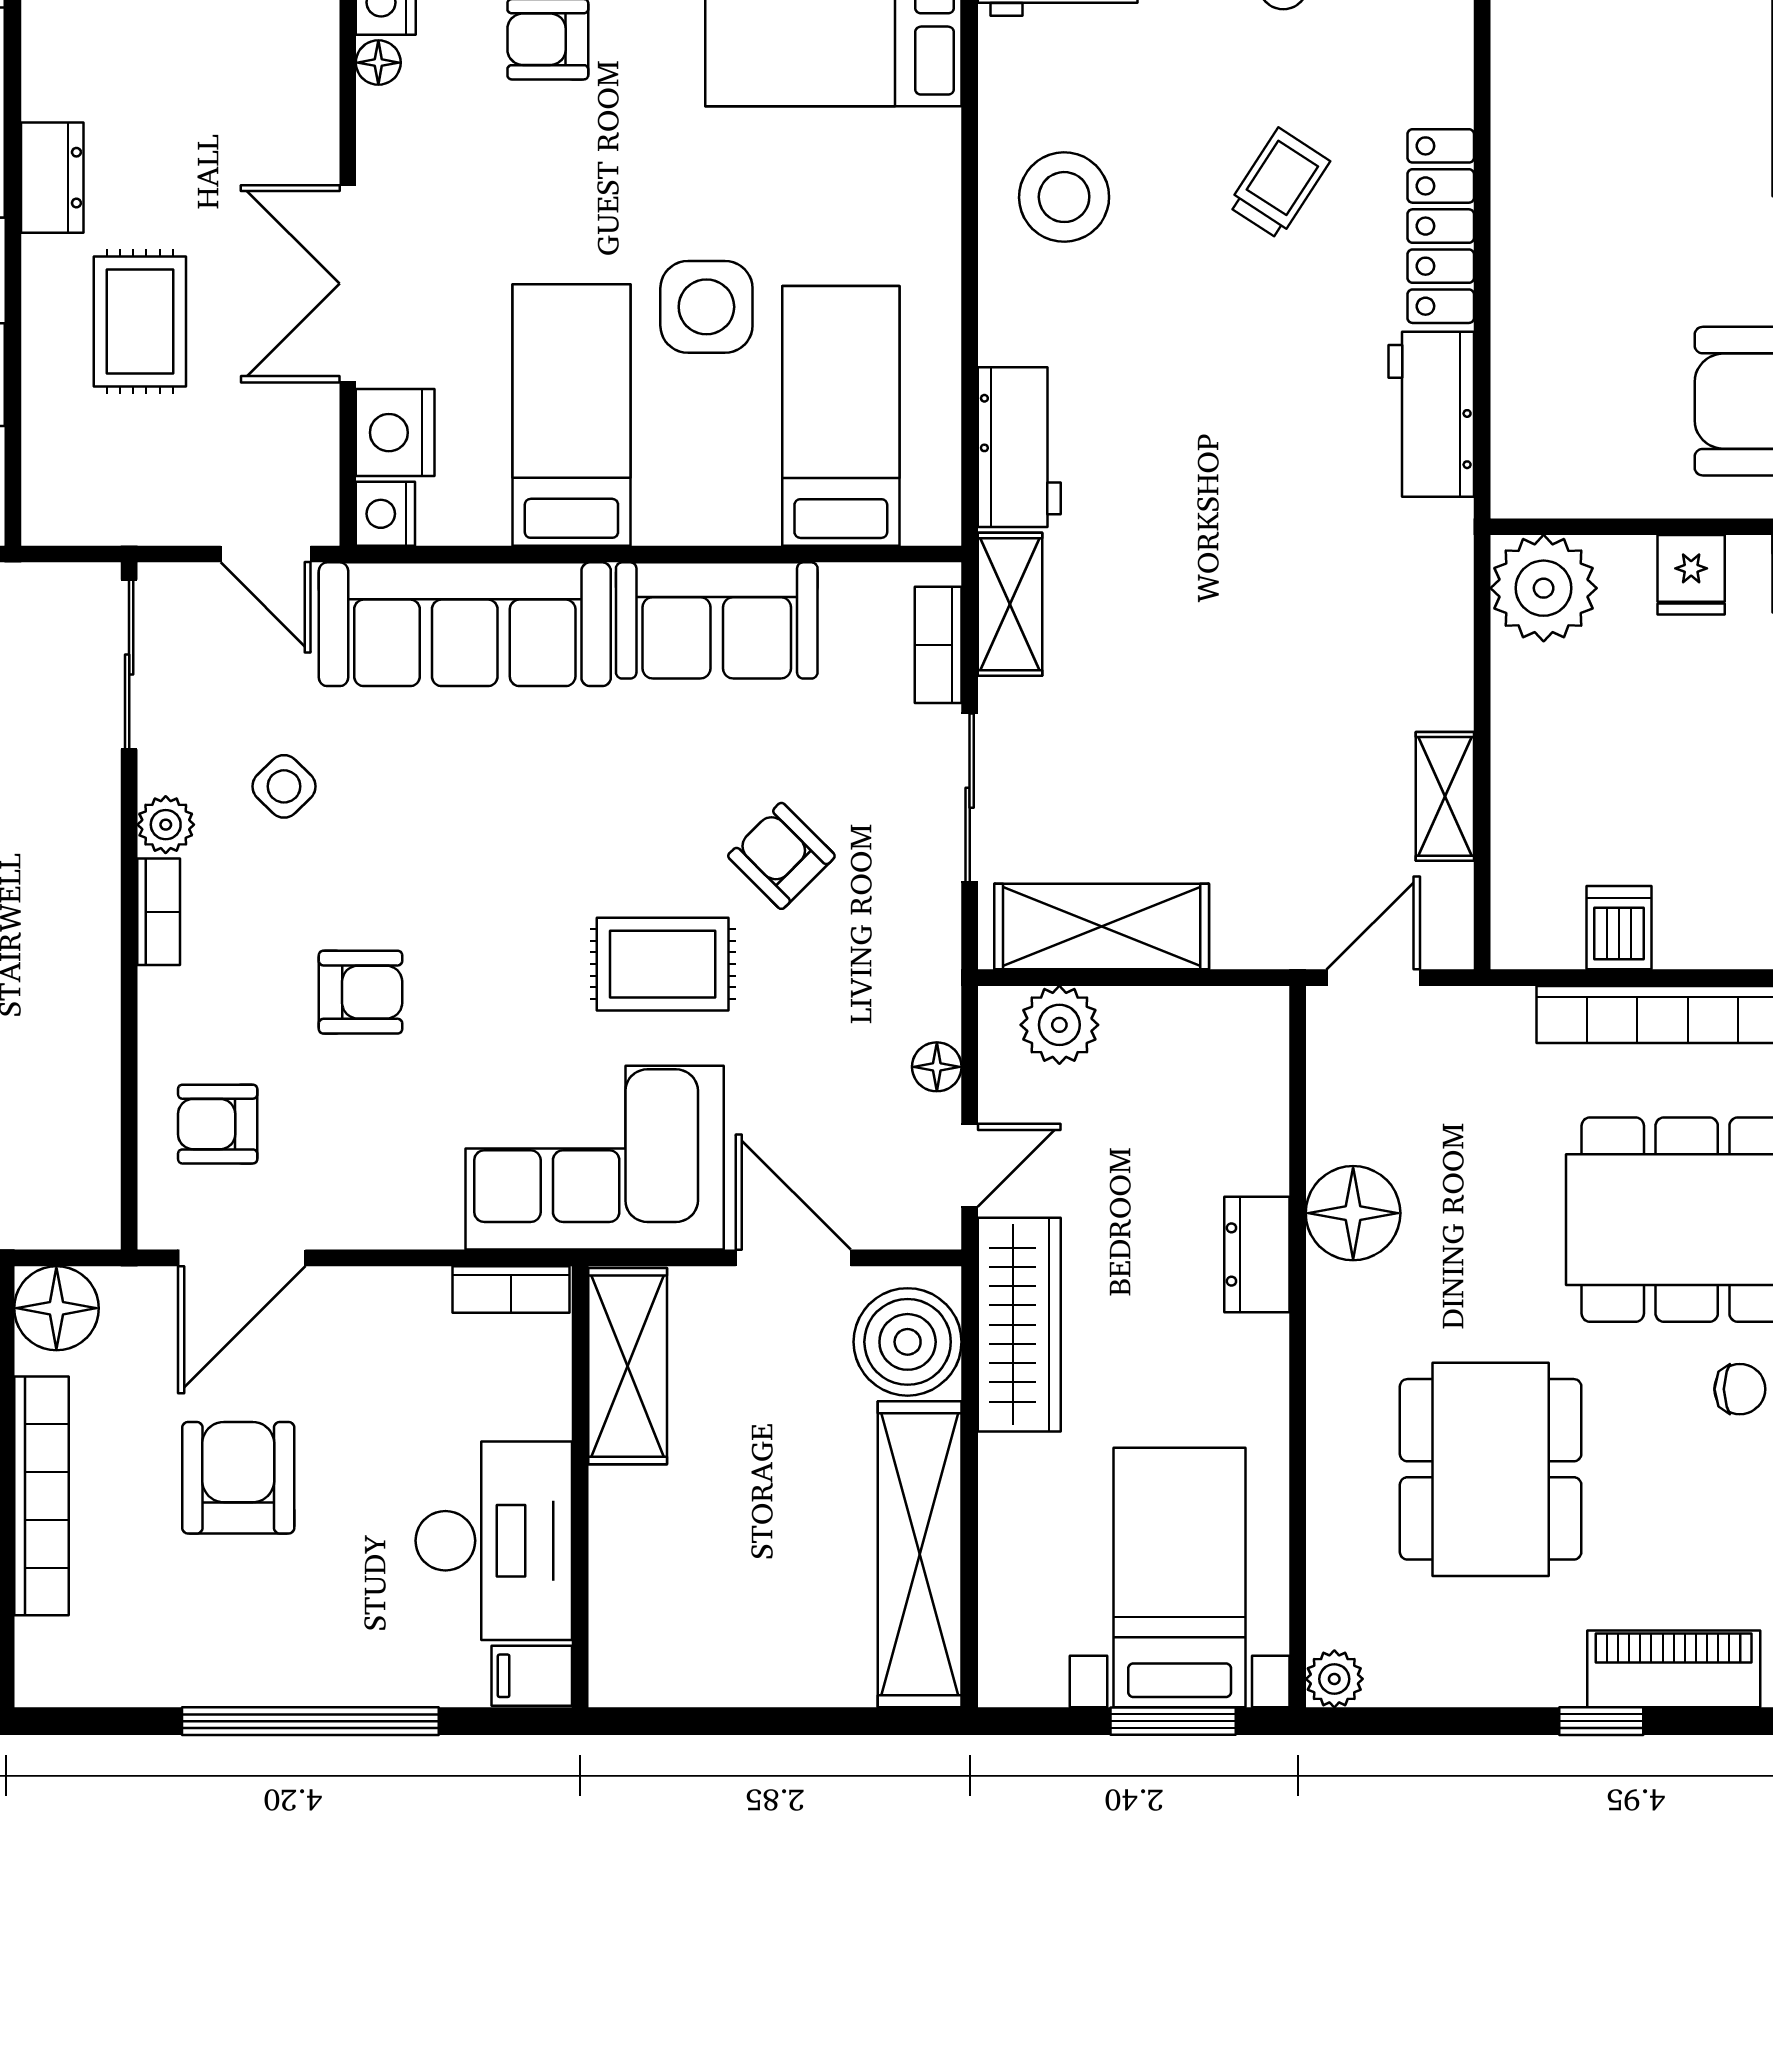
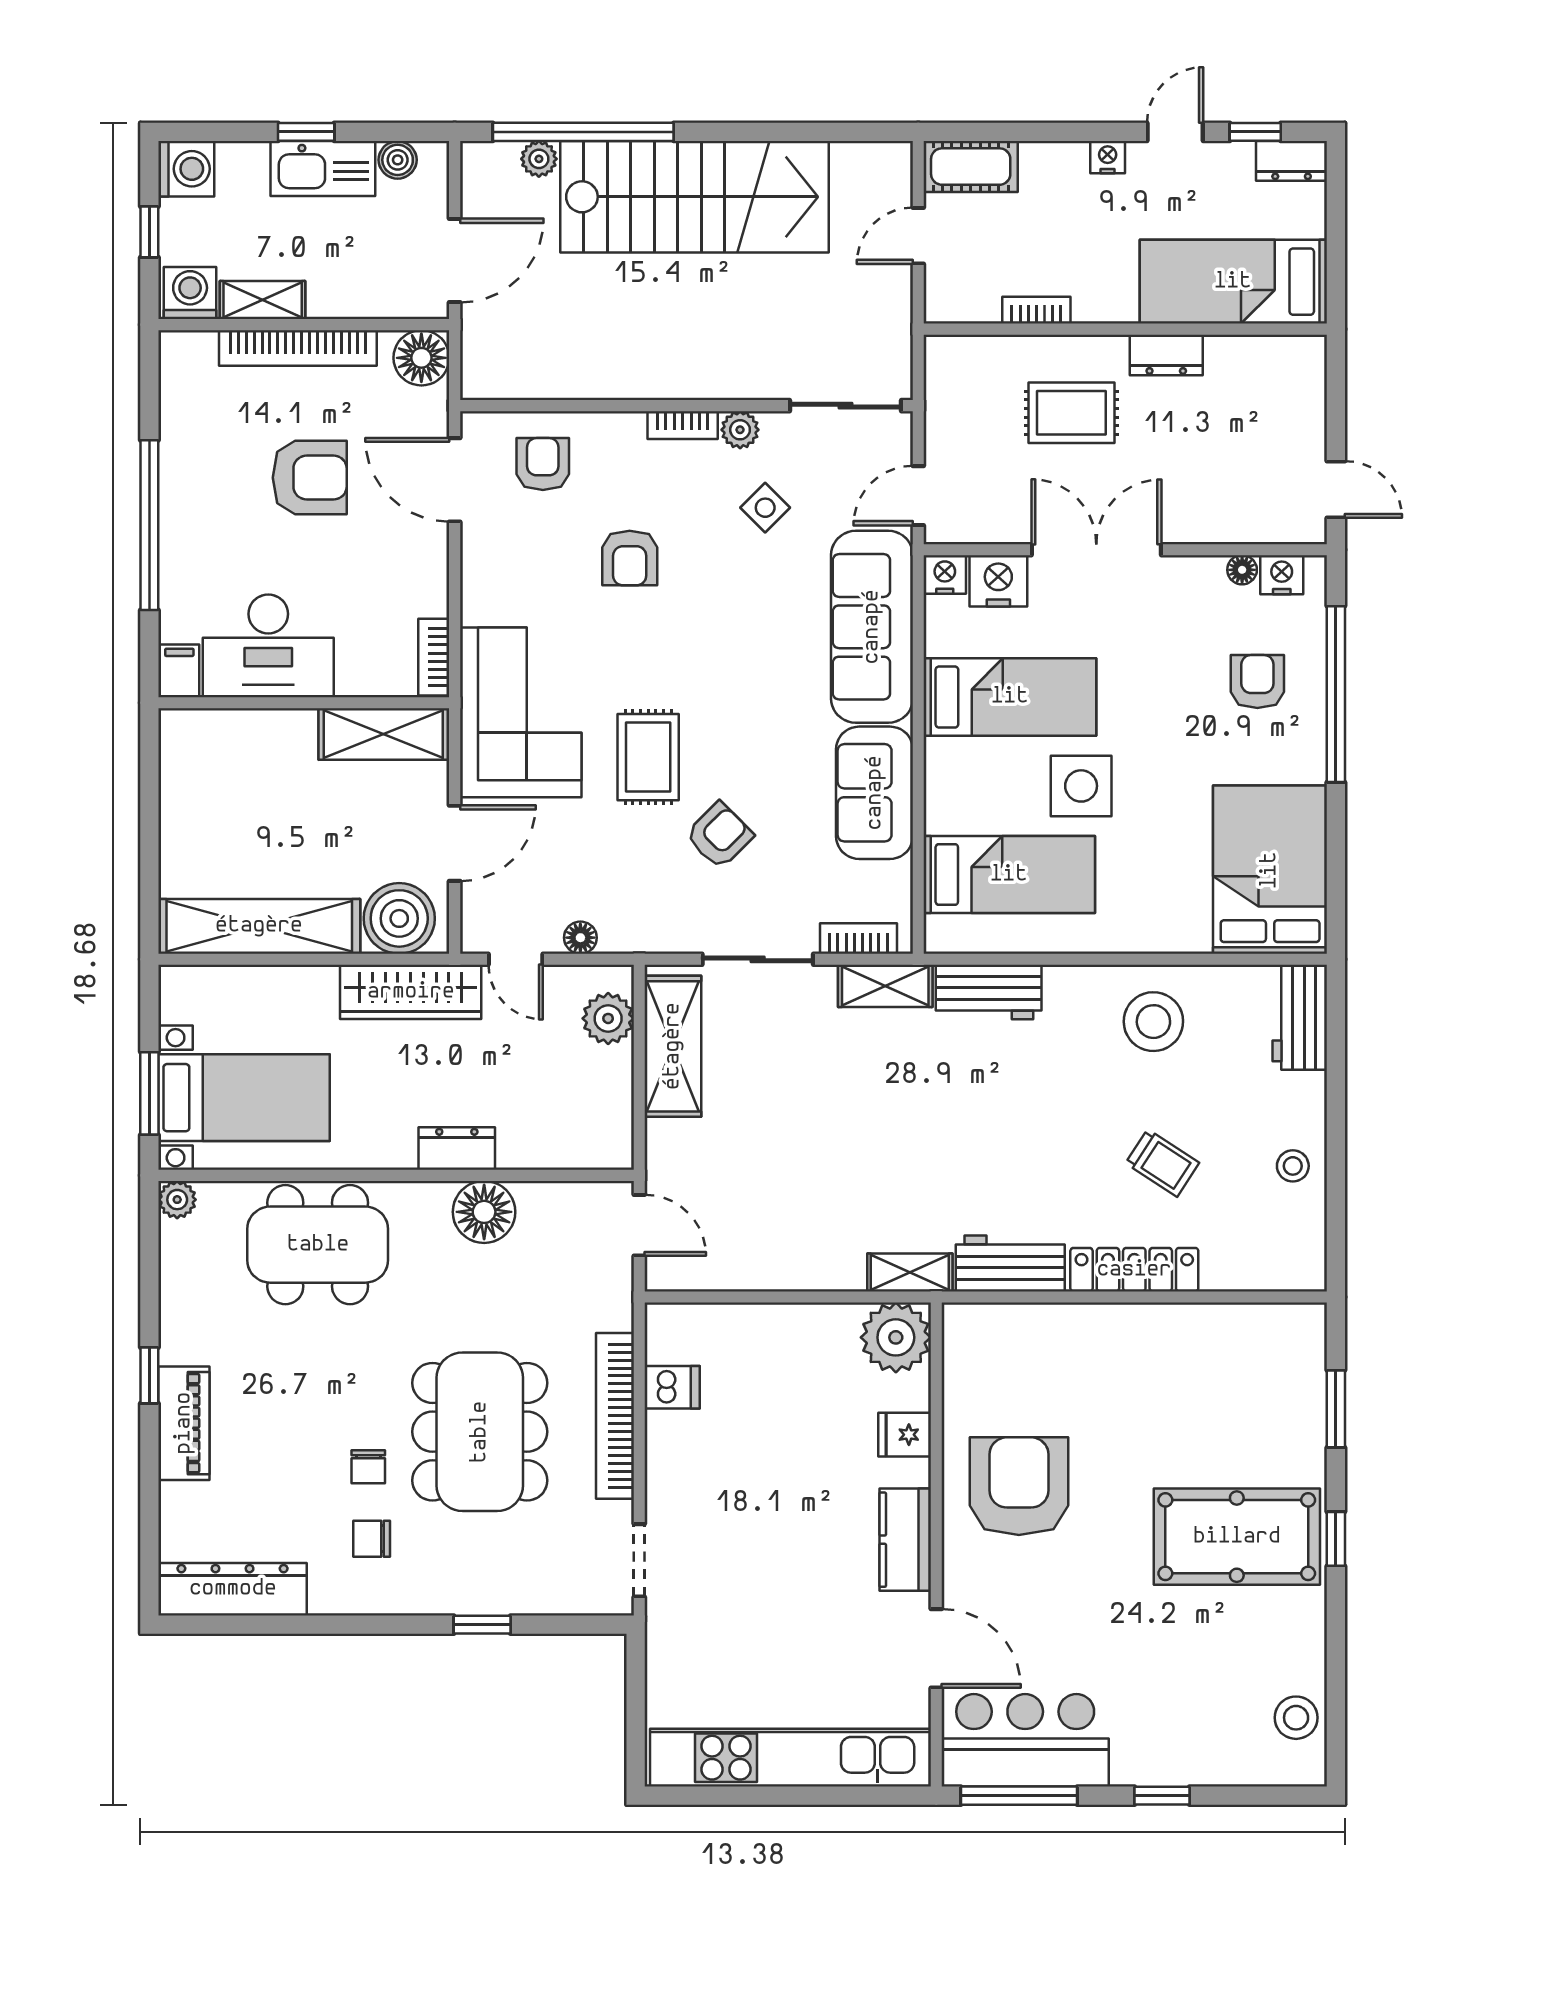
shelving: (1445, 796) -> (910, 1272), moved
dining table: (1491, 1469) -> (318, 1245), moved

